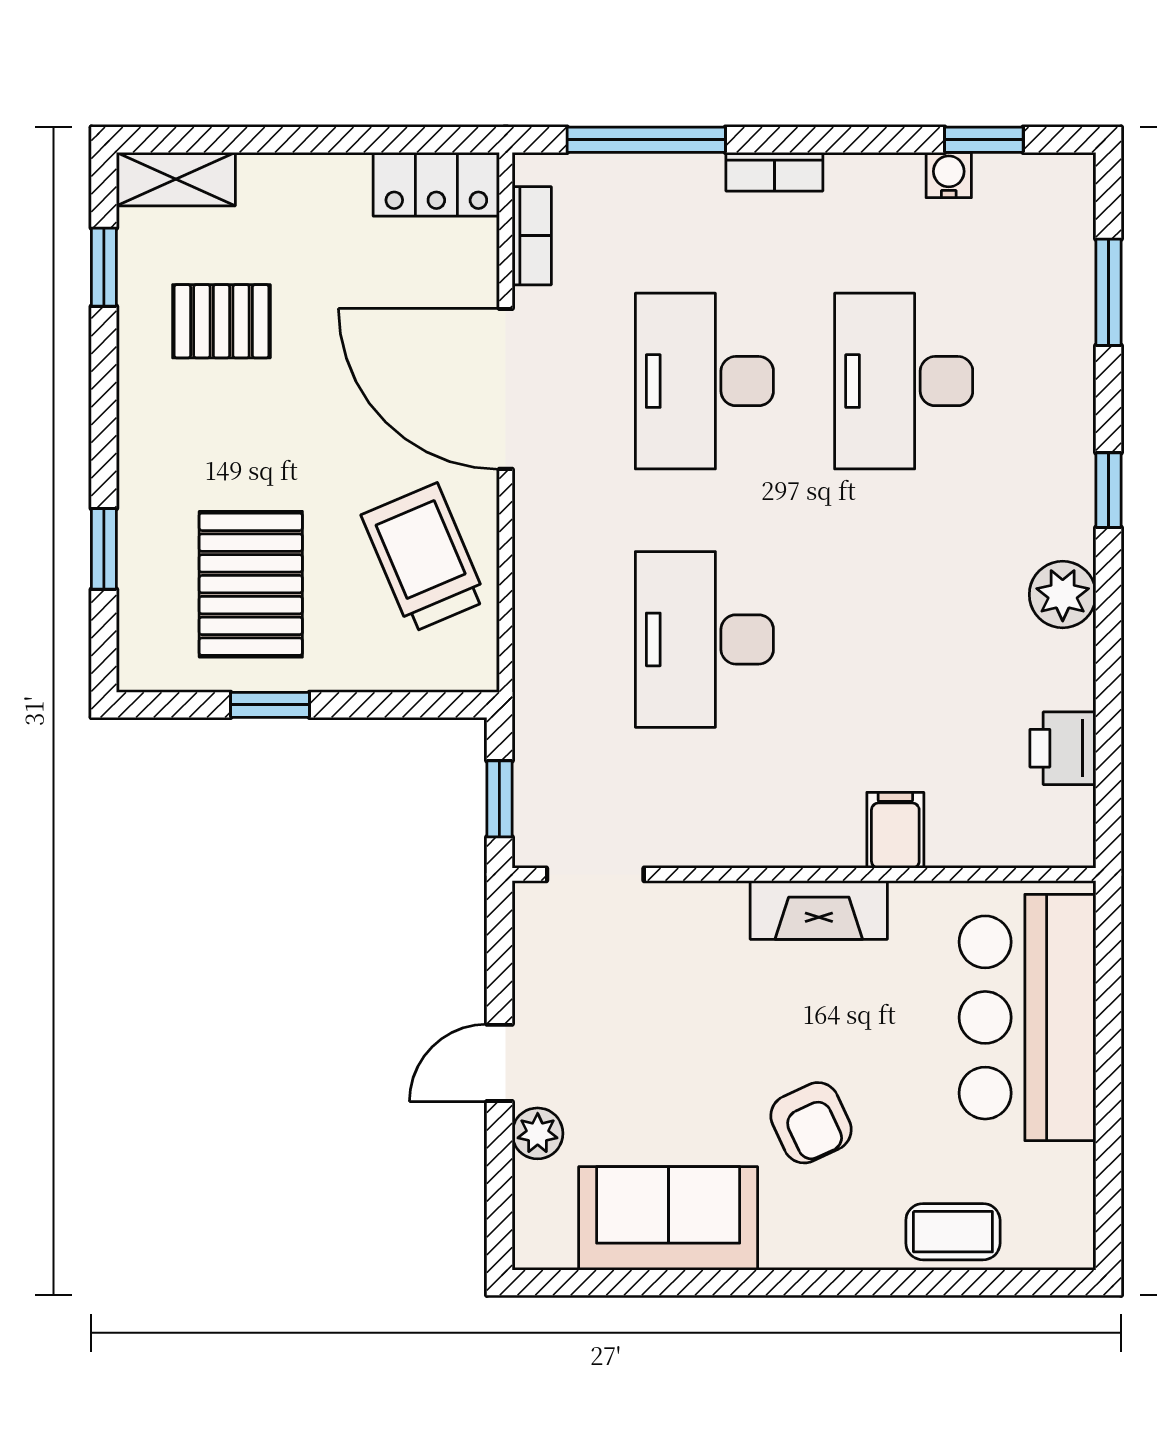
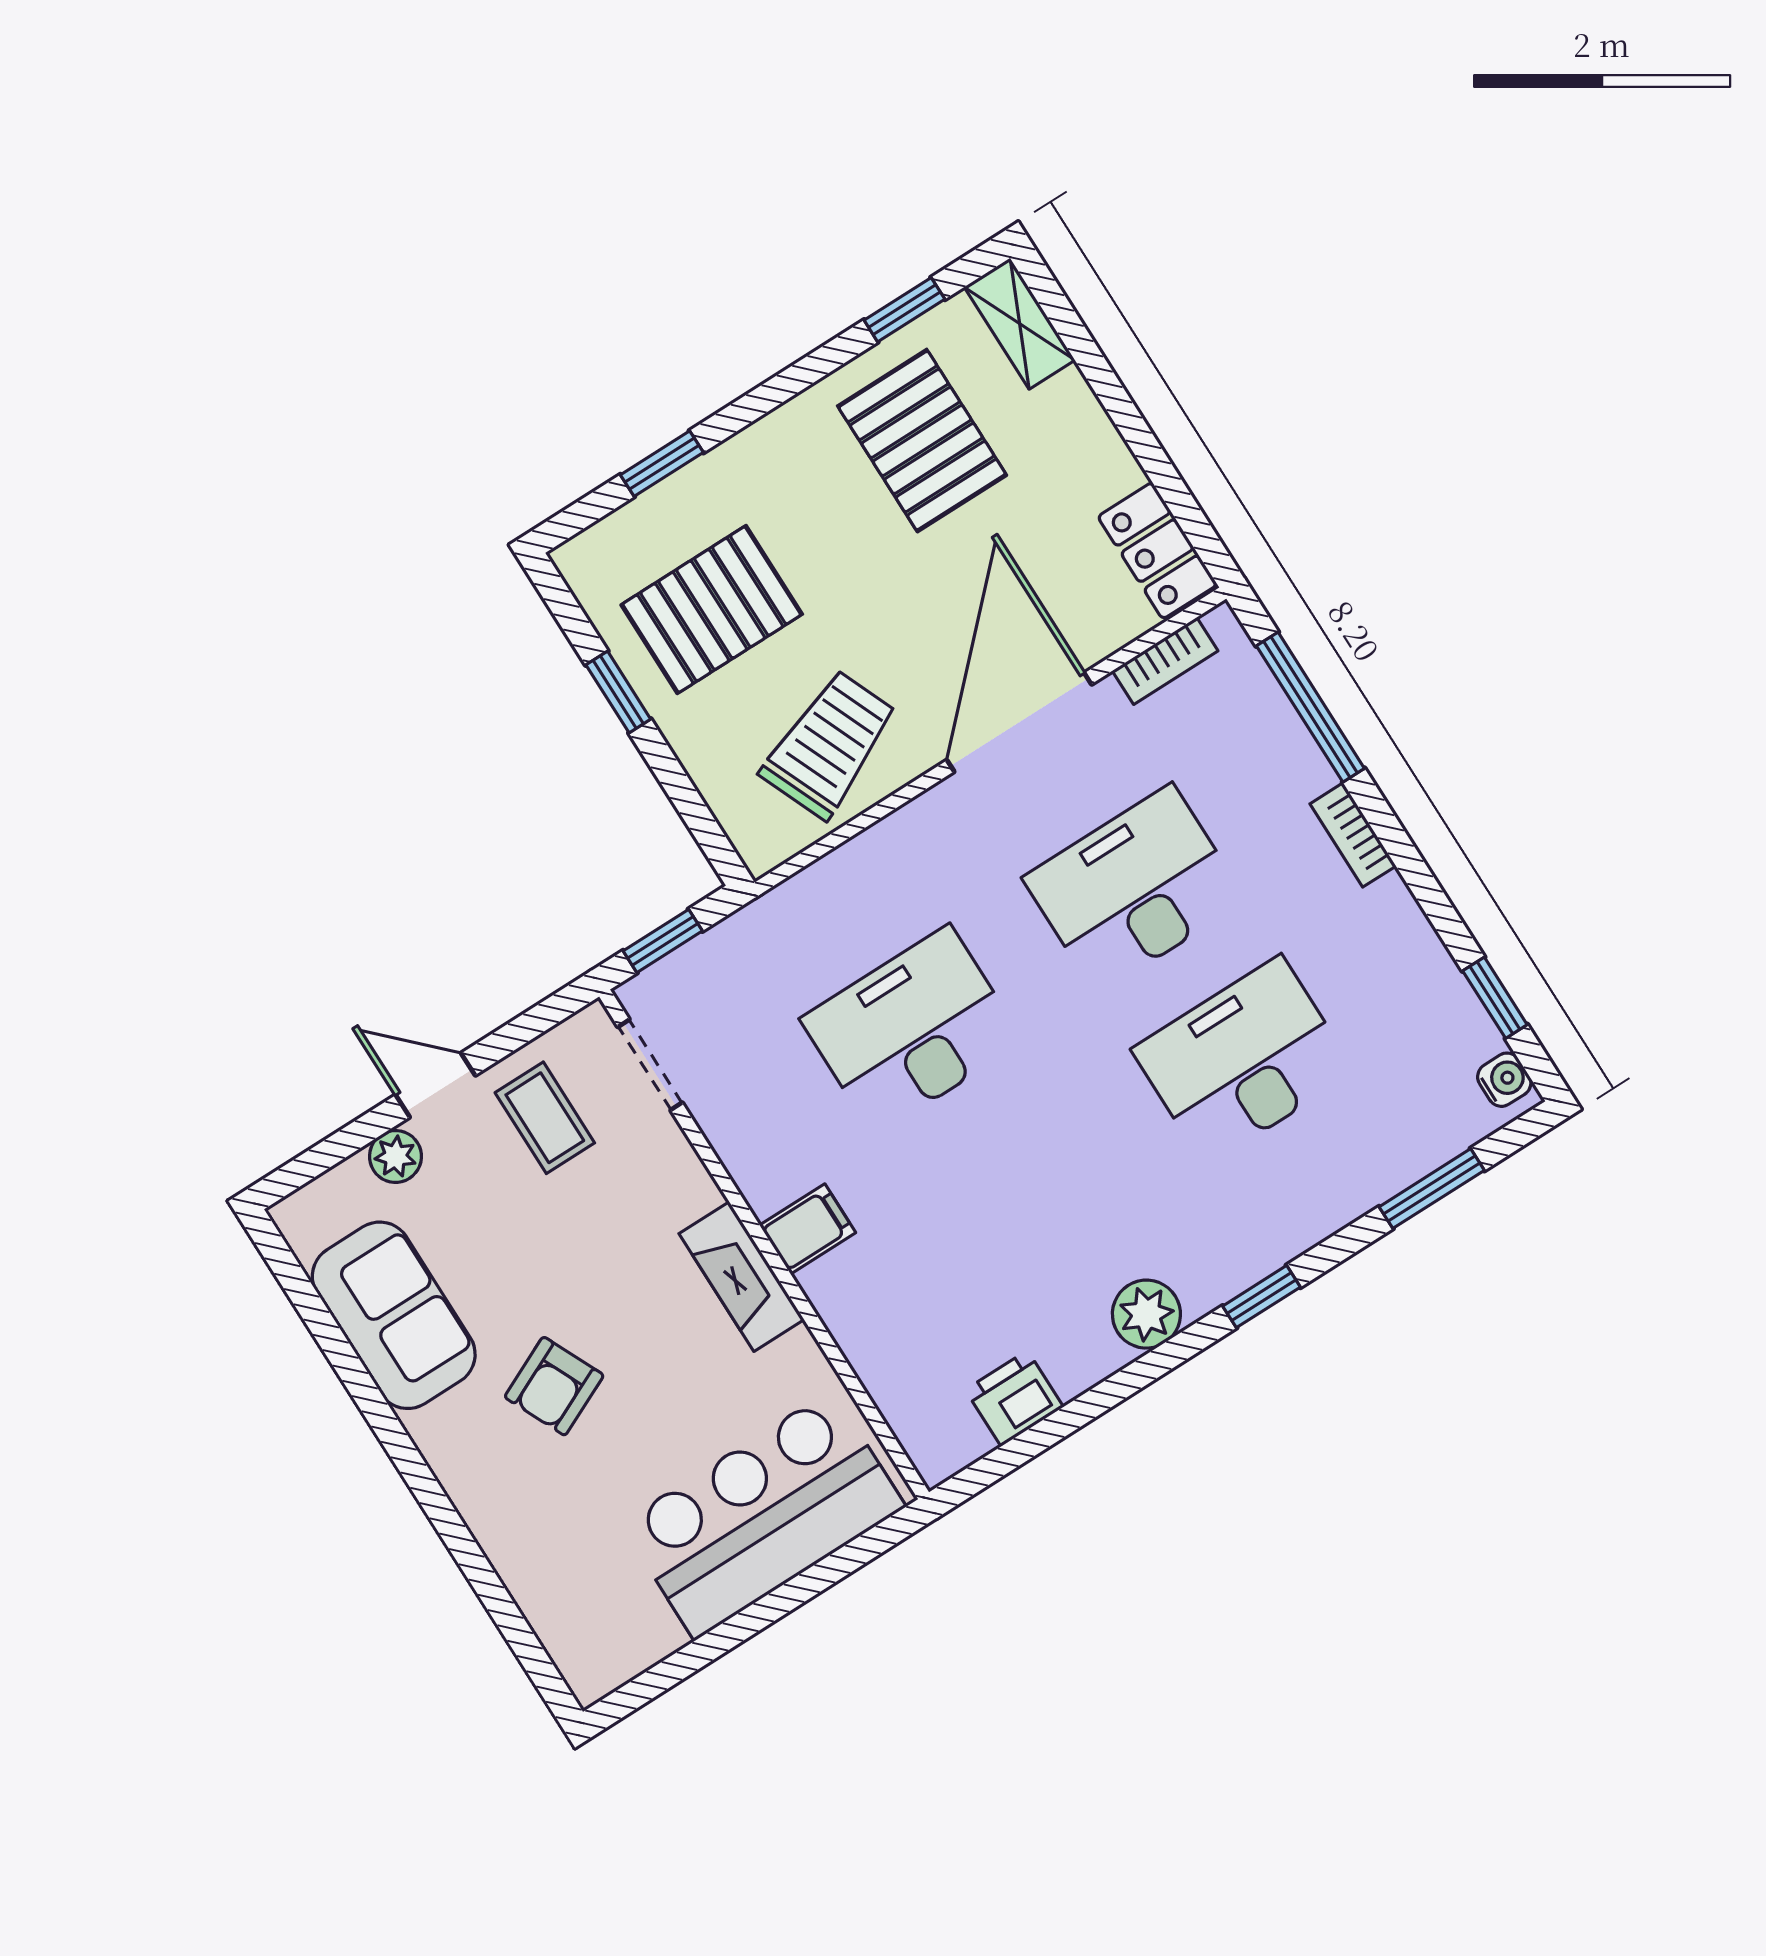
water cooler: (949, 175) -> (1504, 1080), moved
pallet: (221, 321) -> (922, 441), width x1.50, depth x1.42
filing cabinet: (895, 830) -> (808, 1229), moved
coffee table: (953, 1232) -> (545, 1118), moved

